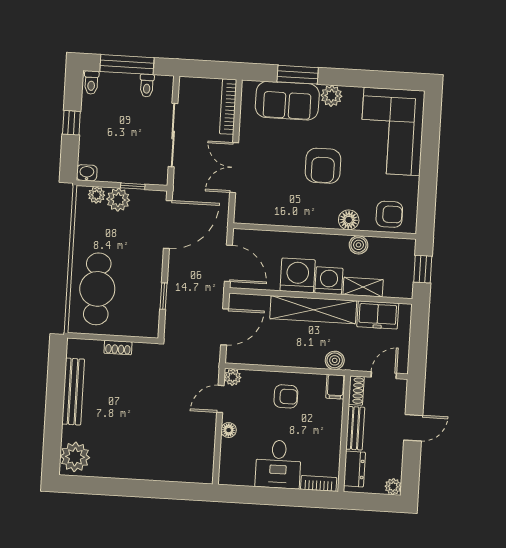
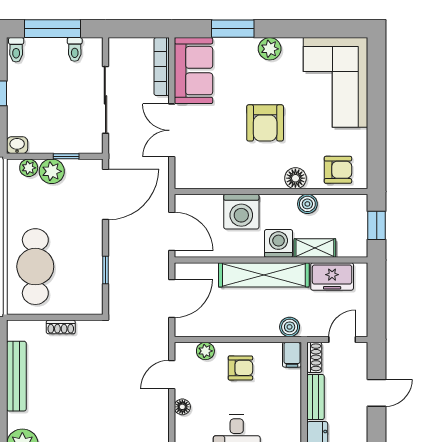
sofa: (287, 101) -> (193, 71), moved, turned -90
washing machine: (298, 275) -> (241, 212), moved, turned 180
plant: (233, 377) -> (205, 351), moved

